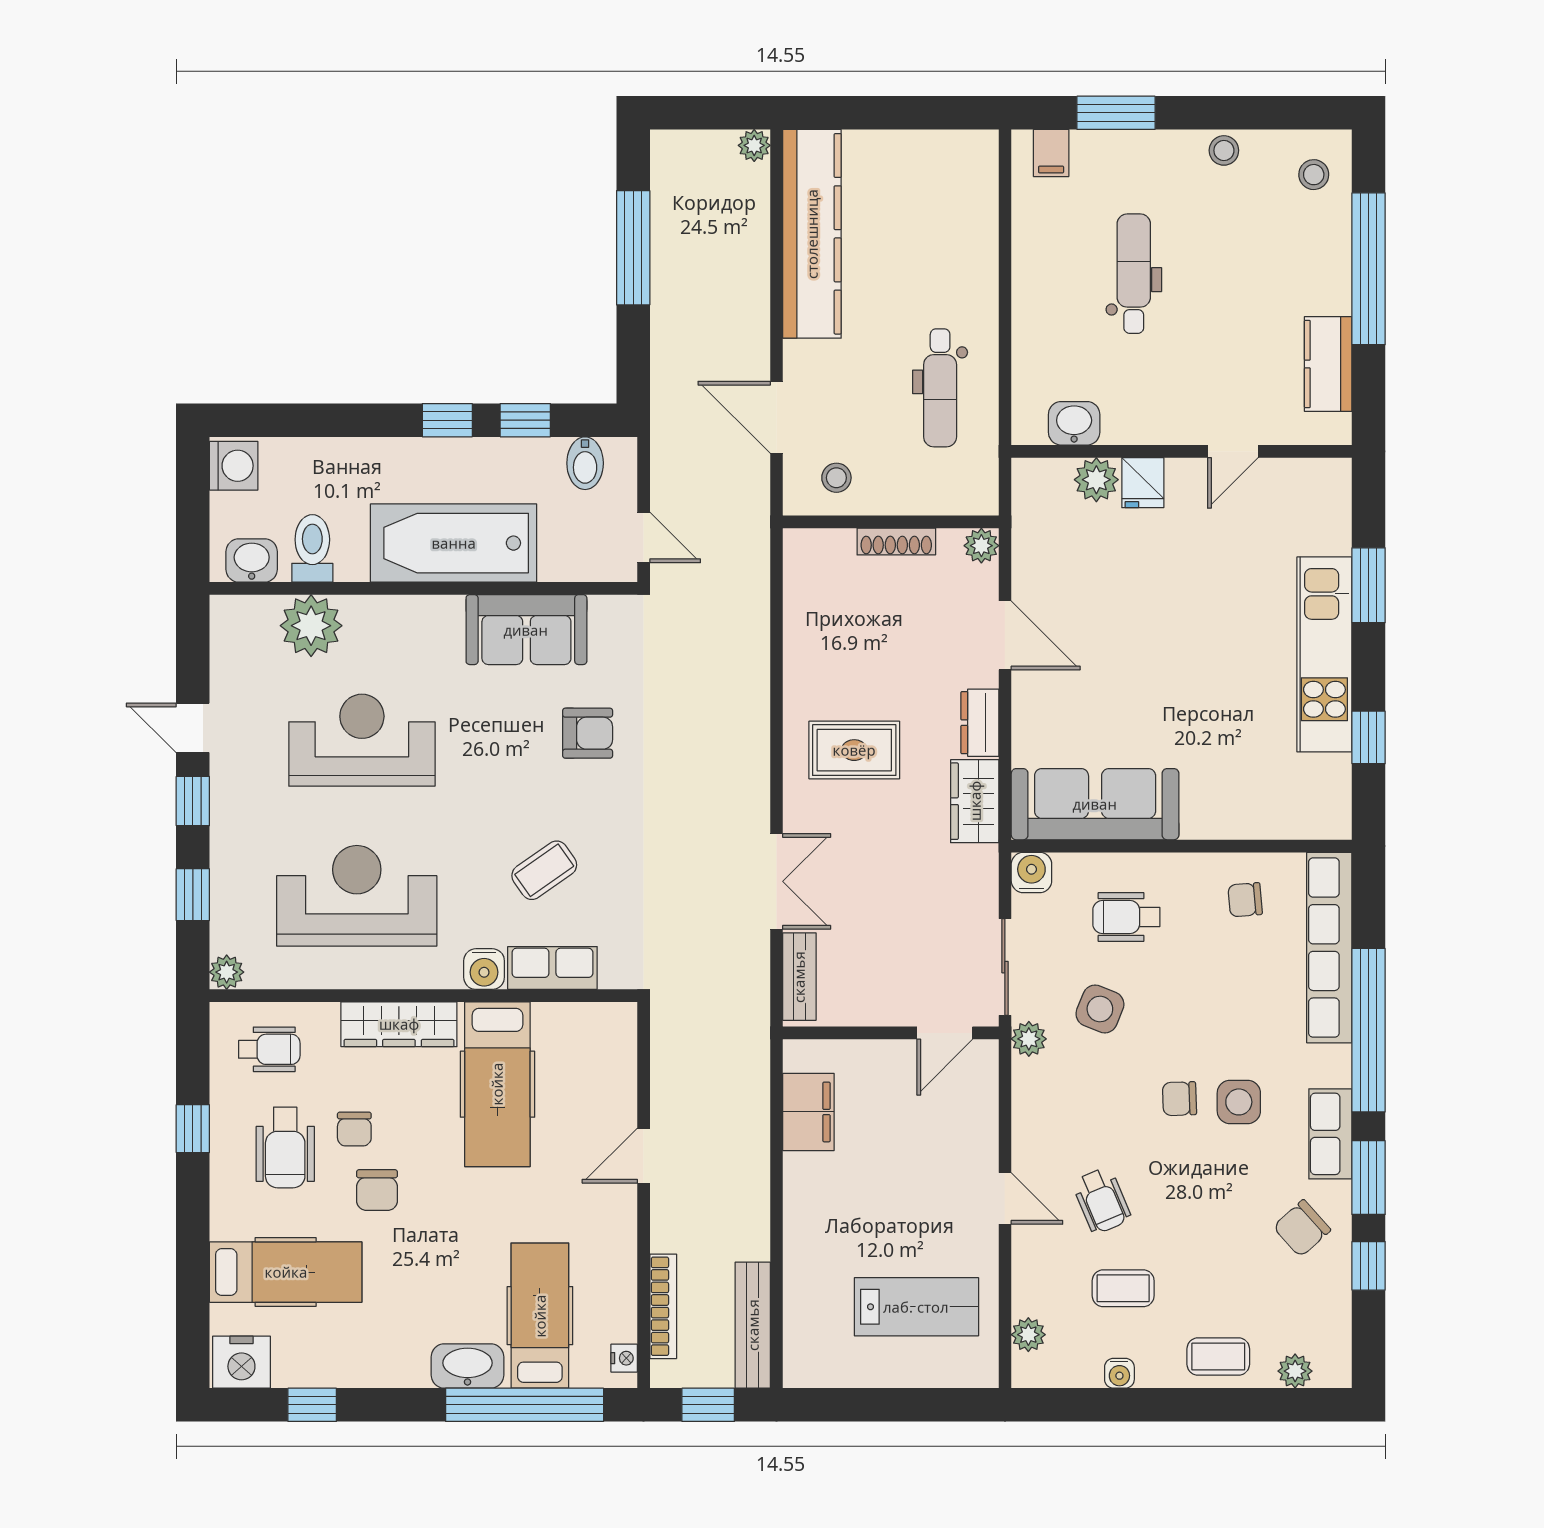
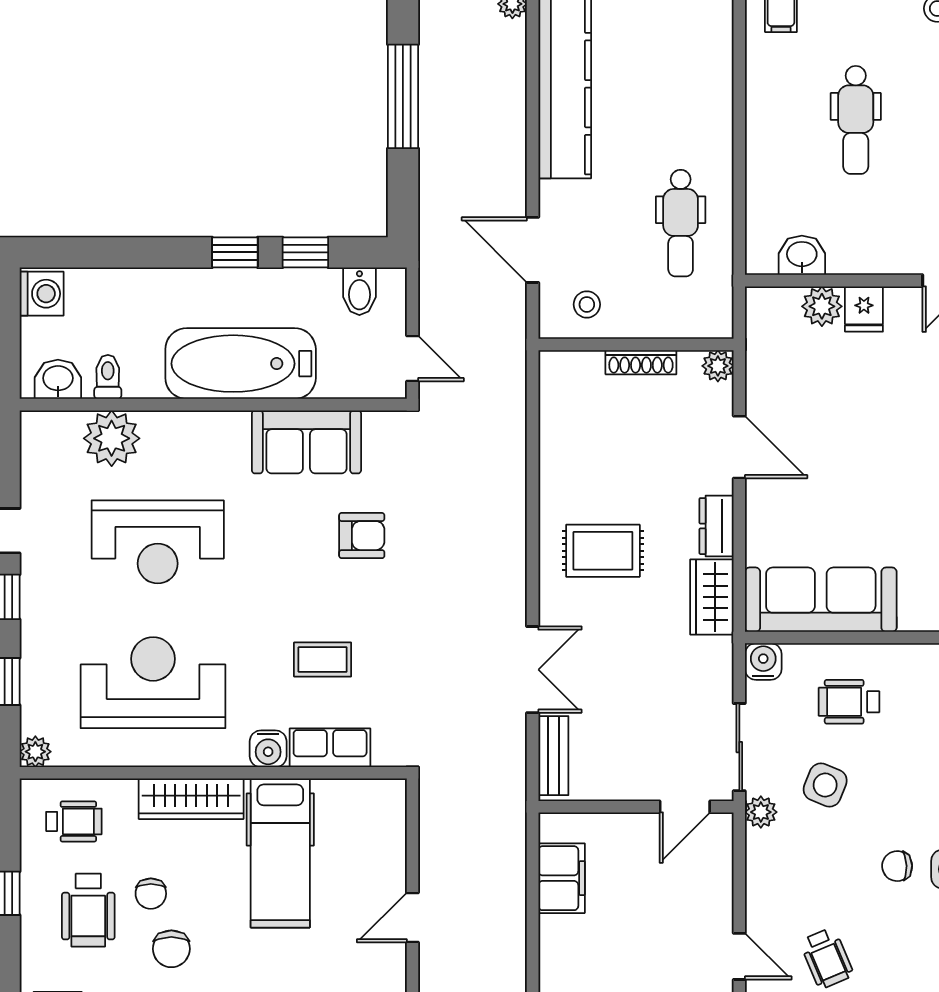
dental chair: (1134, 274) -> (856, 120), turned 180
toilet: (312, 548) -> (108, 377), width x0.73, depth x0.72
reception desk: (362, 740) -> (158, 542), turned 180
coffee table: (544, 870) -> (323, 659), turned 35

